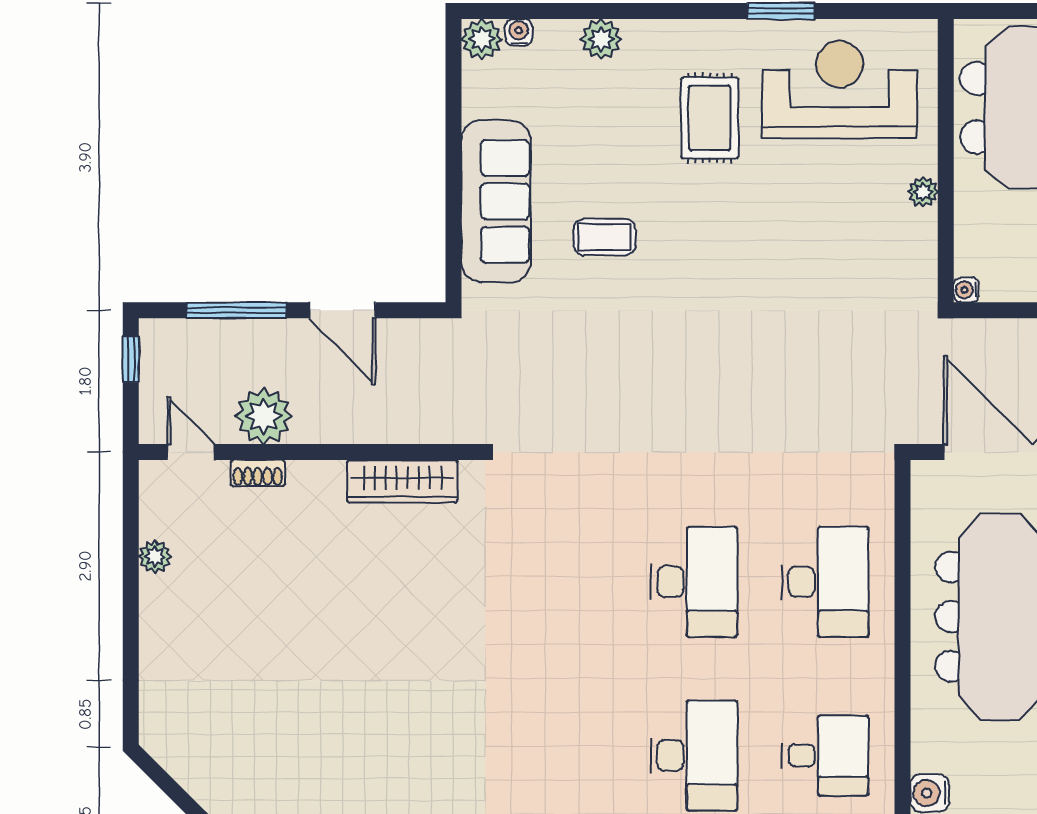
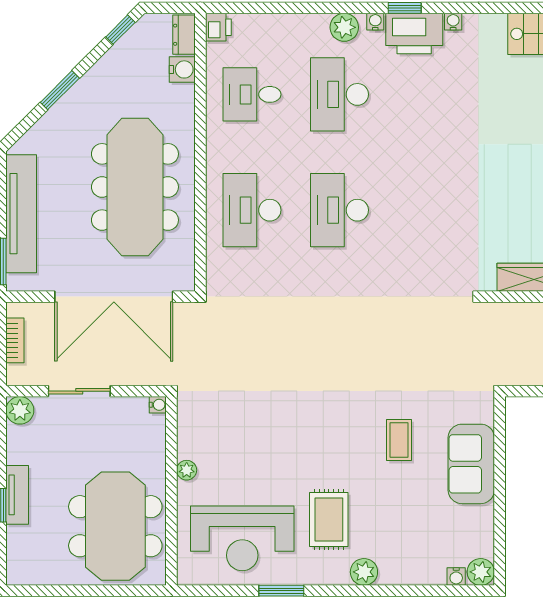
plant: (601, 39) -> (364, 572), moved
sofa: (496, 201) -> (471, 464), width x0.73
coffee table: (604, 237) -> (399, 440), turned 90

